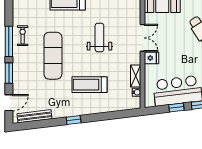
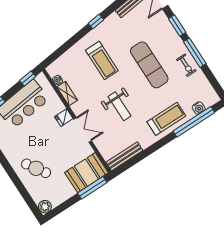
double door: (143, 38) -> (83, 130), swing flipped
treadmill: (89, 85) -> (102, 60), turned 90
window: (176, 108) -> (28, 78), moved

